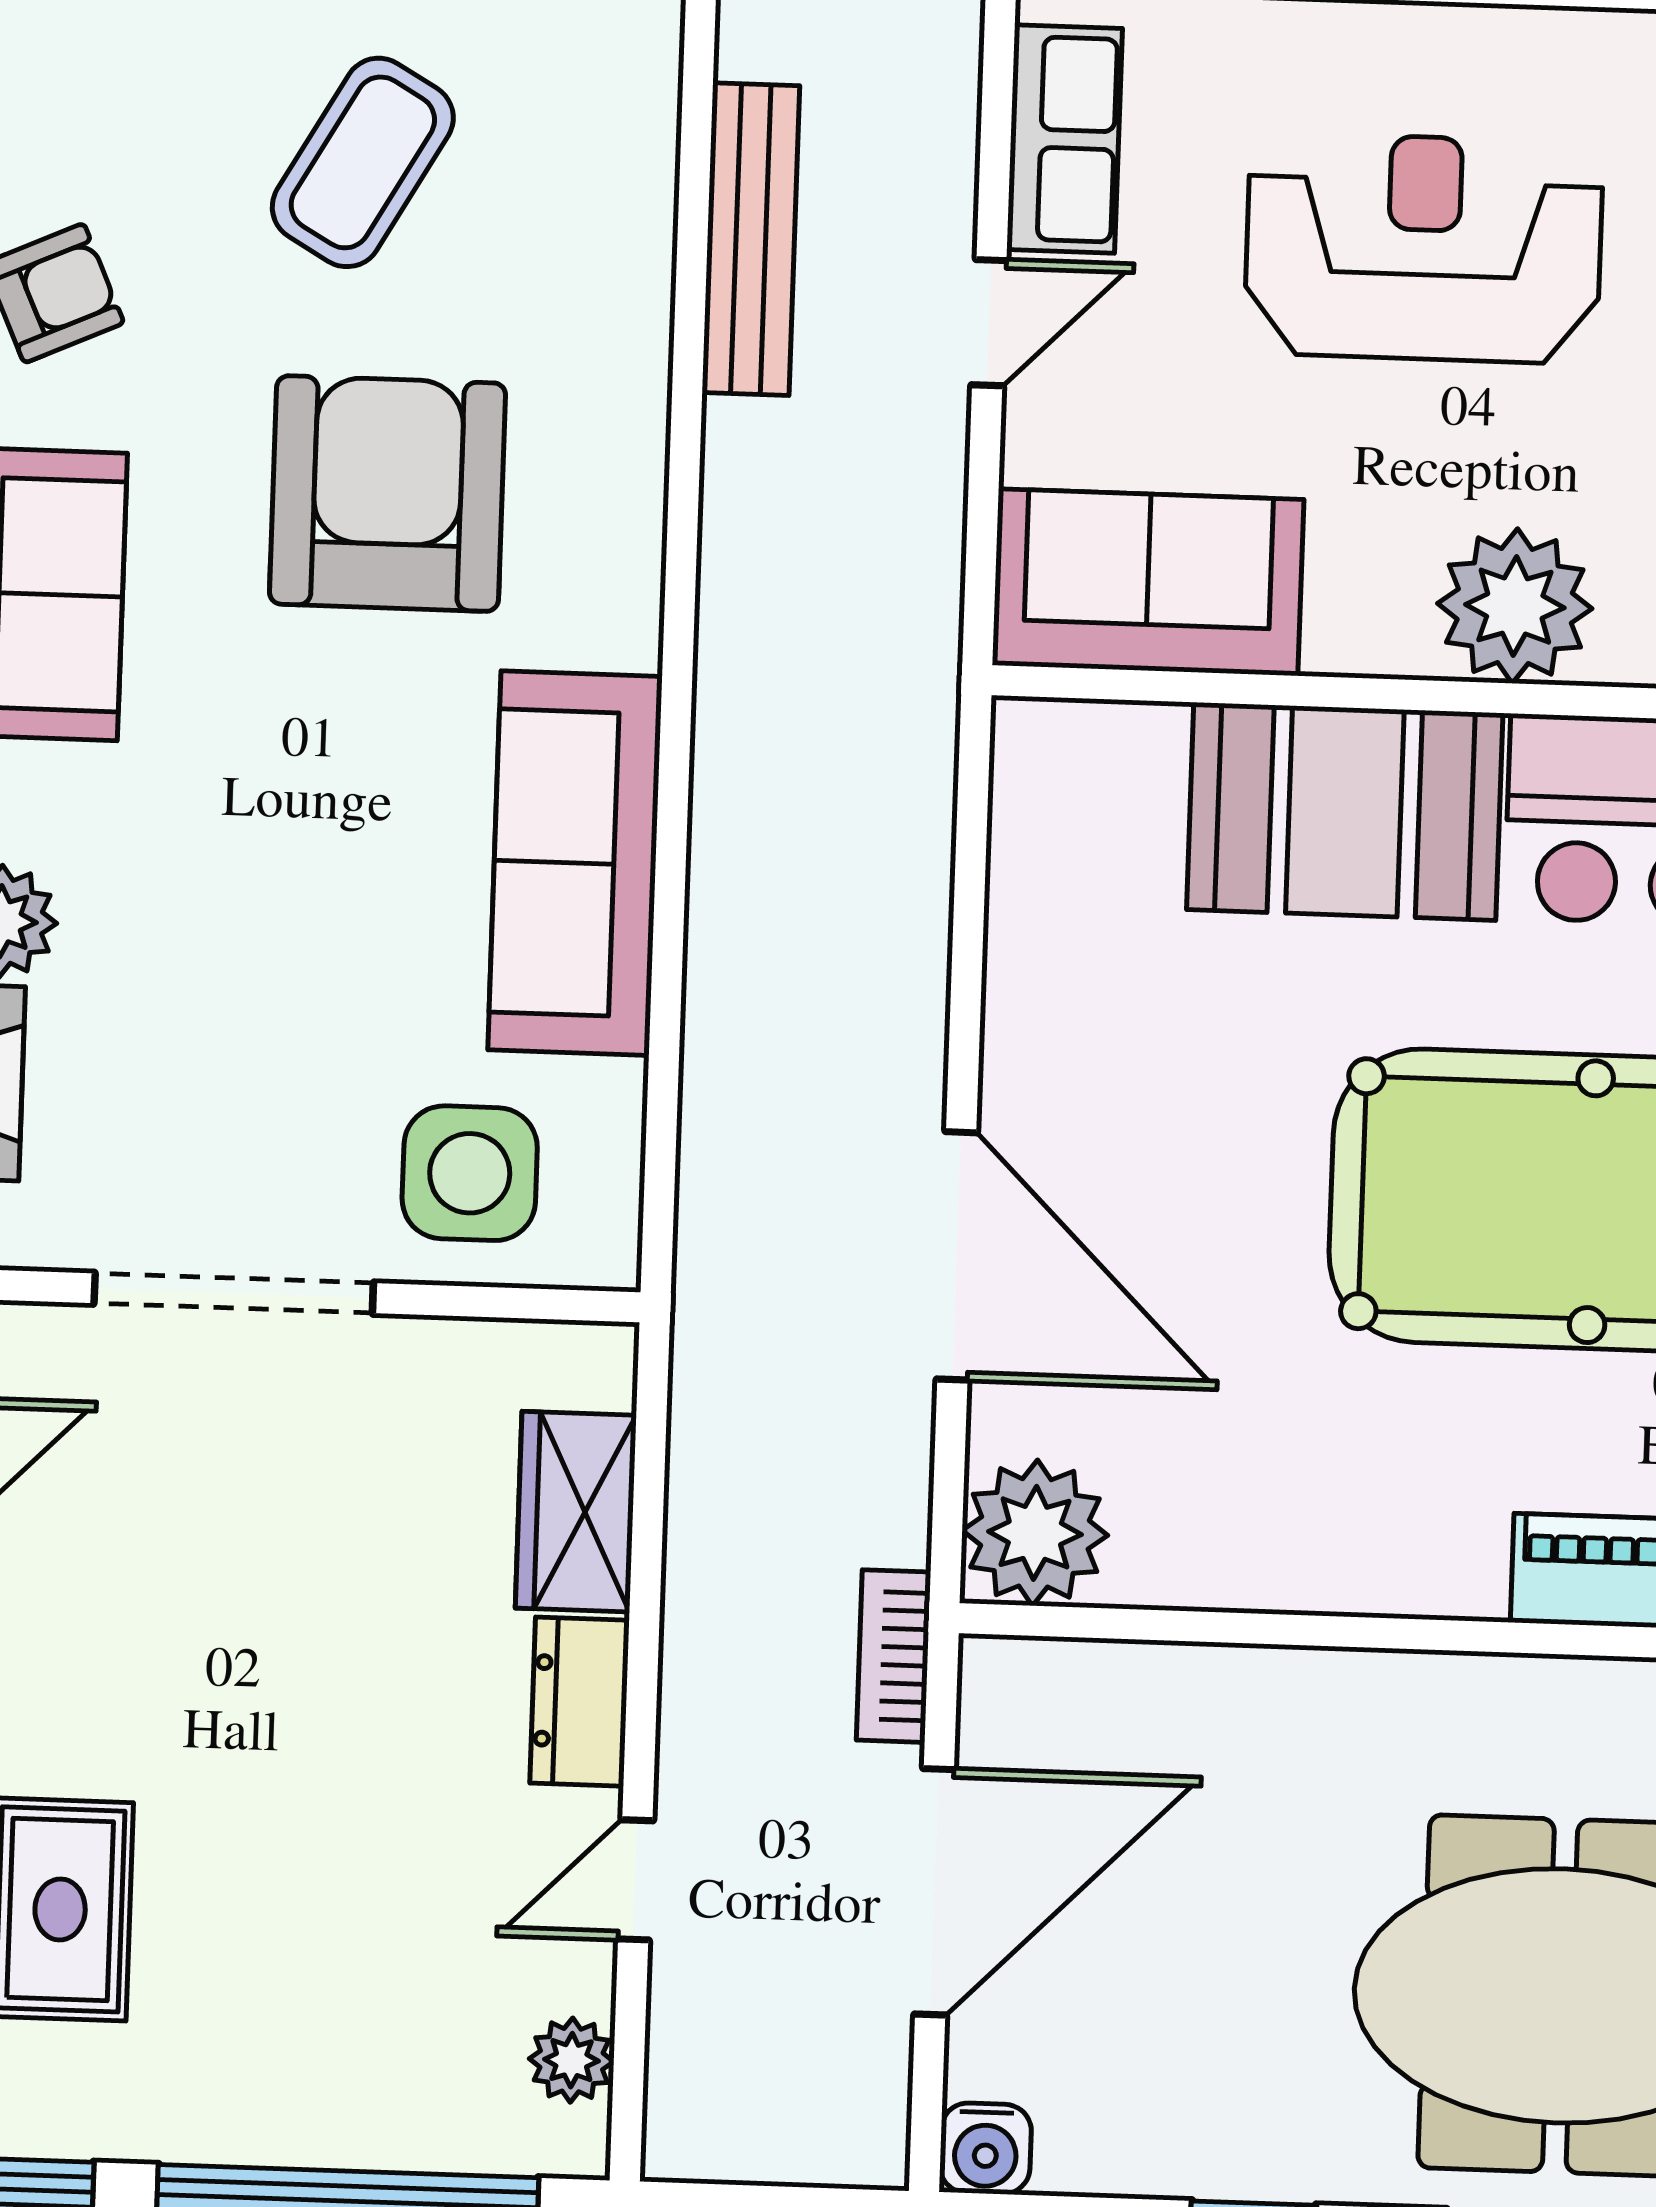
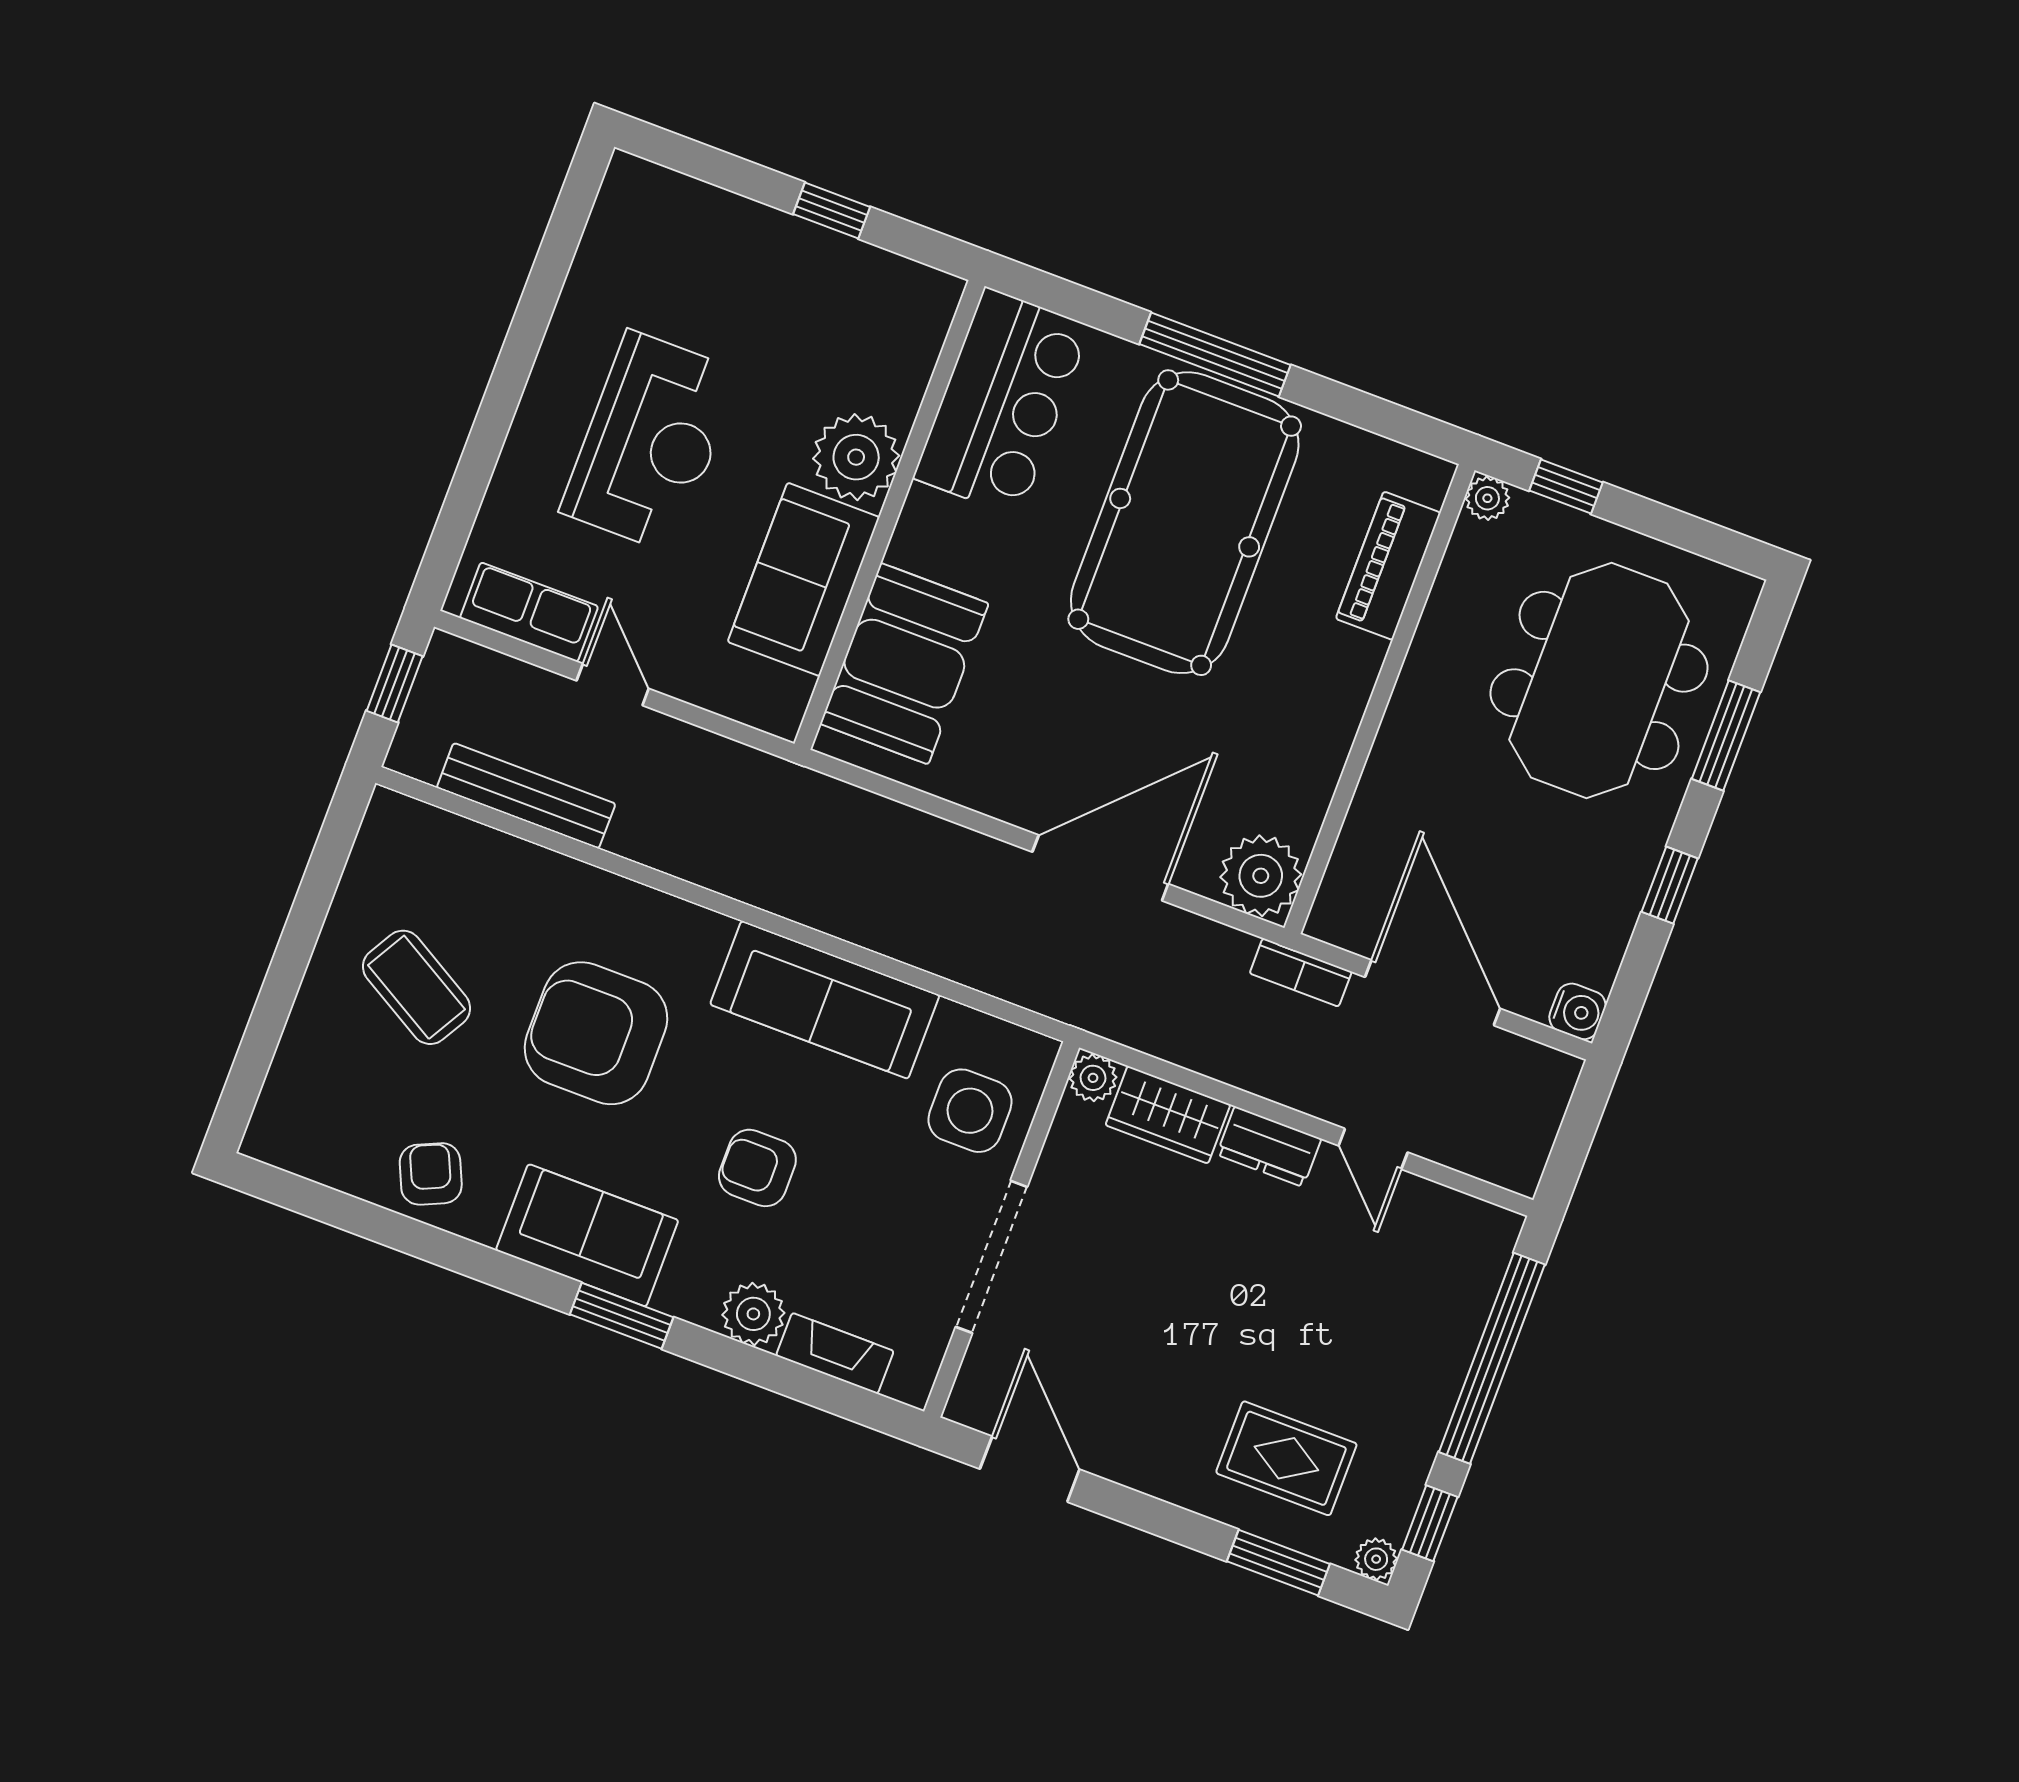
reception desk: (1424, 248) -> (650, 442), turned 180
sofa: (1148, 582) -> (804, 579), moved
booth: (1345, 811) -> (904, 664), moved
armchair: (251, 845) -> (757, 1168), added
plant: (571, 2060) -> (1093, 1078), moved

